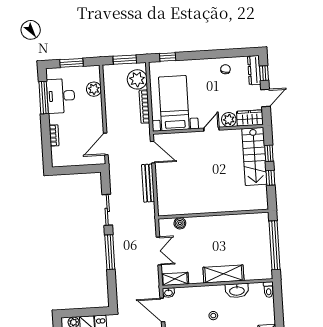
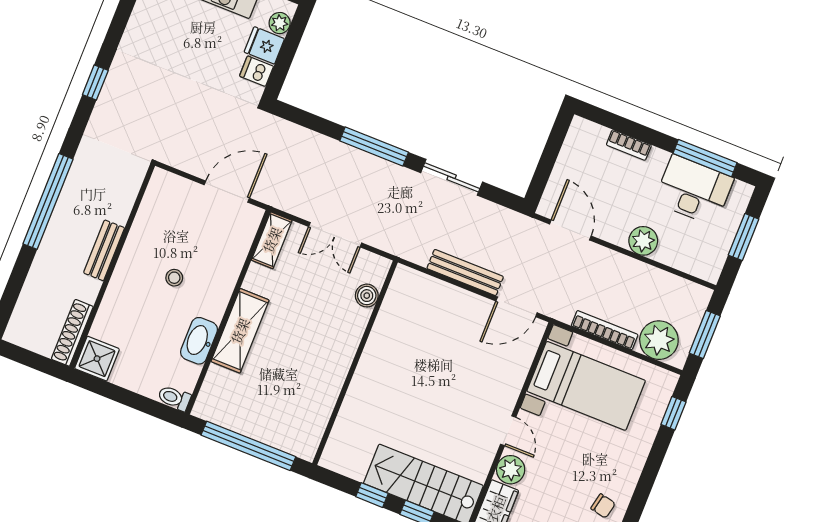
plant: (94, 89) -> (643, 241), moved
washbasin: (168, 293) -> (253, 217), removed

